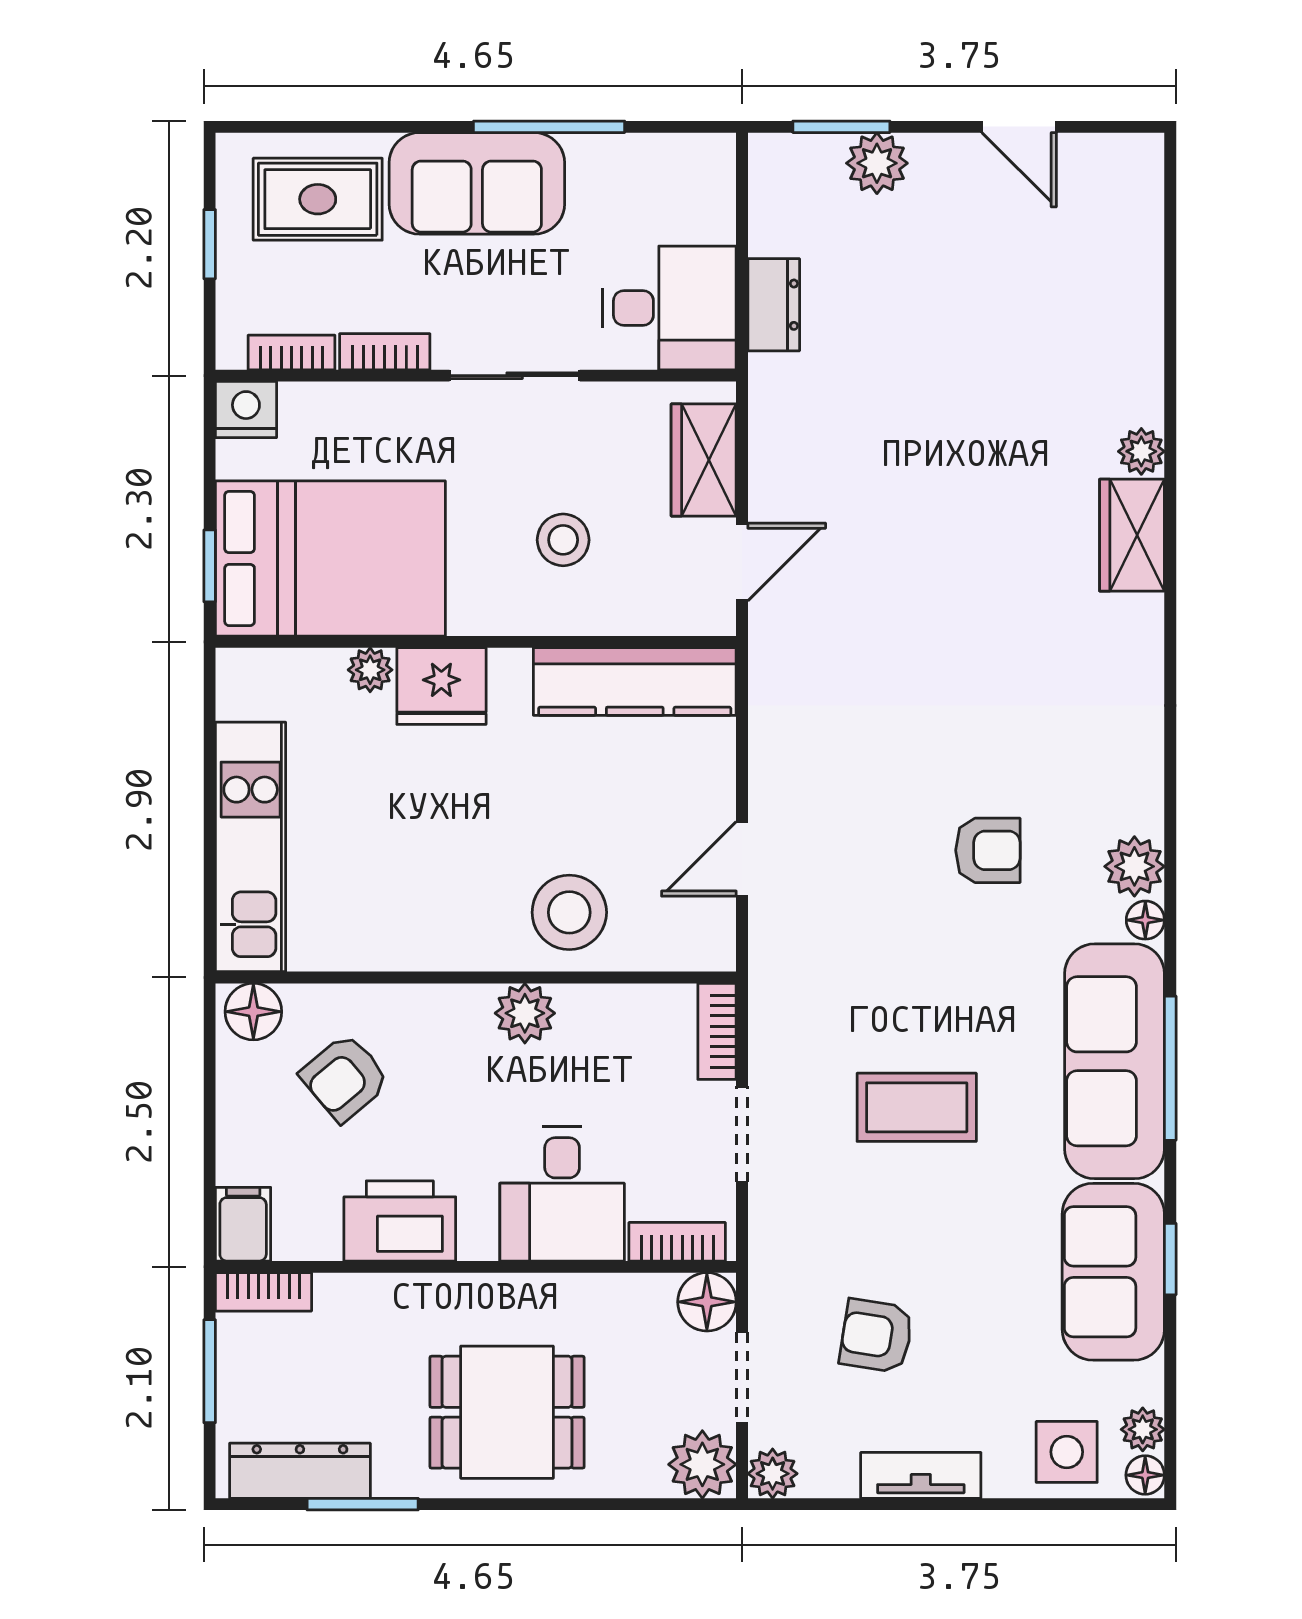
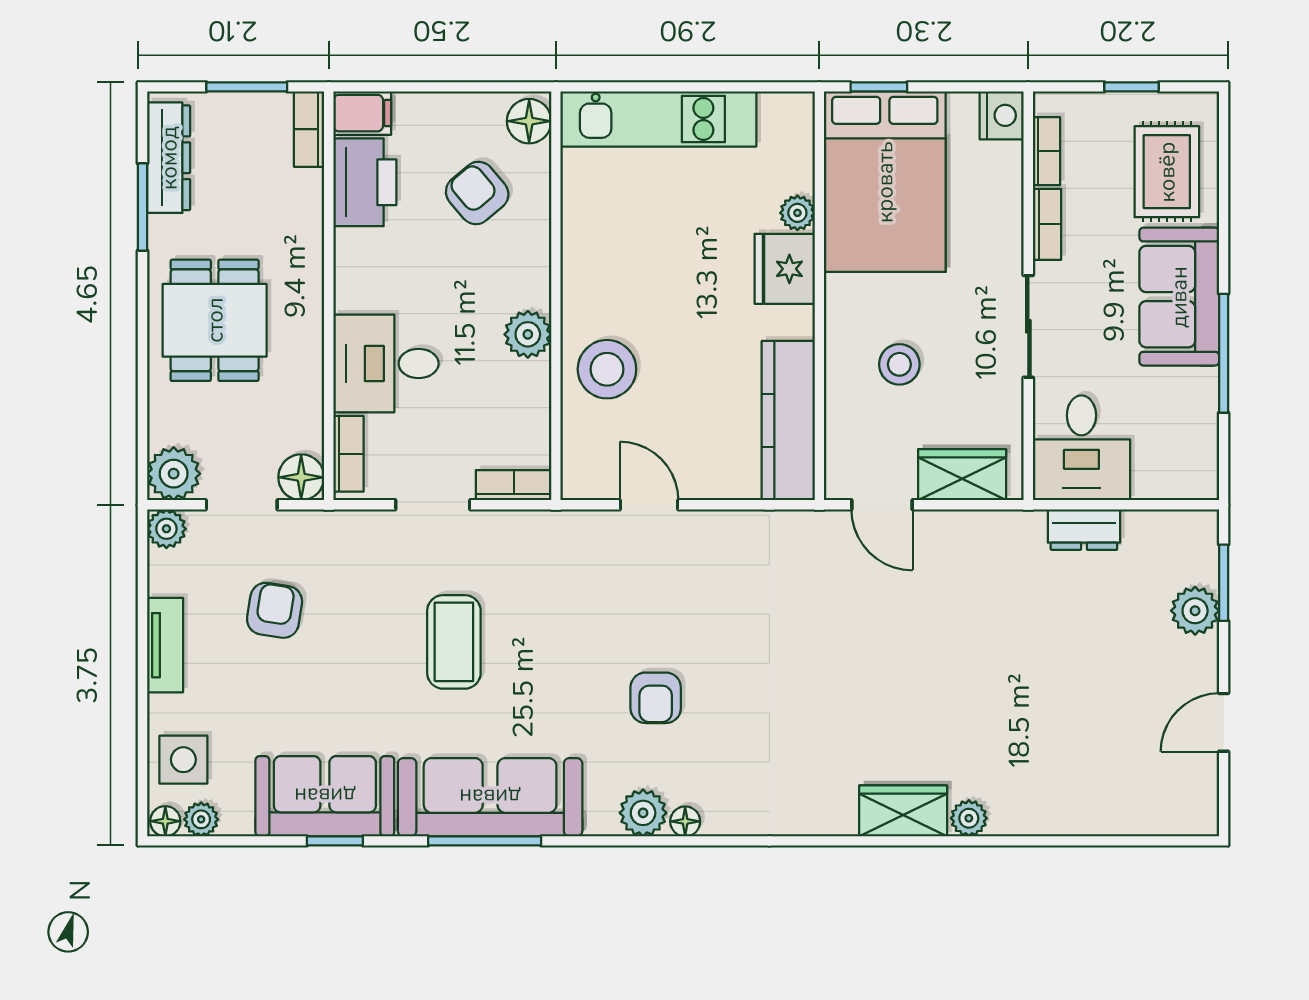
floor lamp: (1145, 920) -> (685, 821), moved
printer: (400, 1221) -> (365, 182), moved

